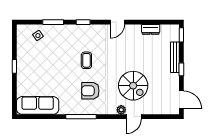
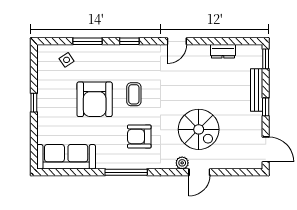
armchair: (58, 64) -> (95, 99), added

